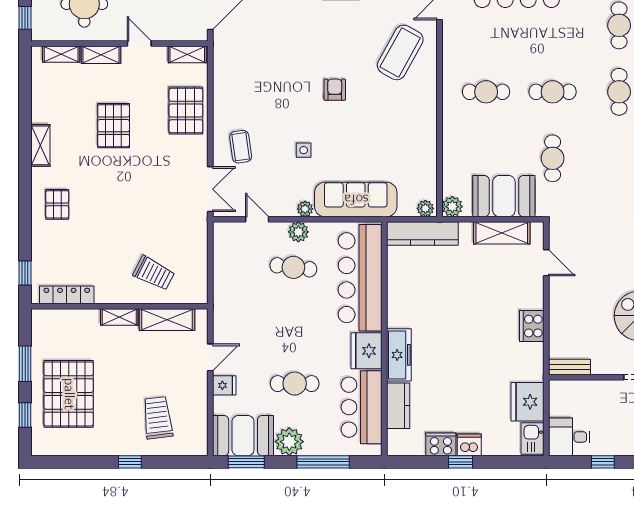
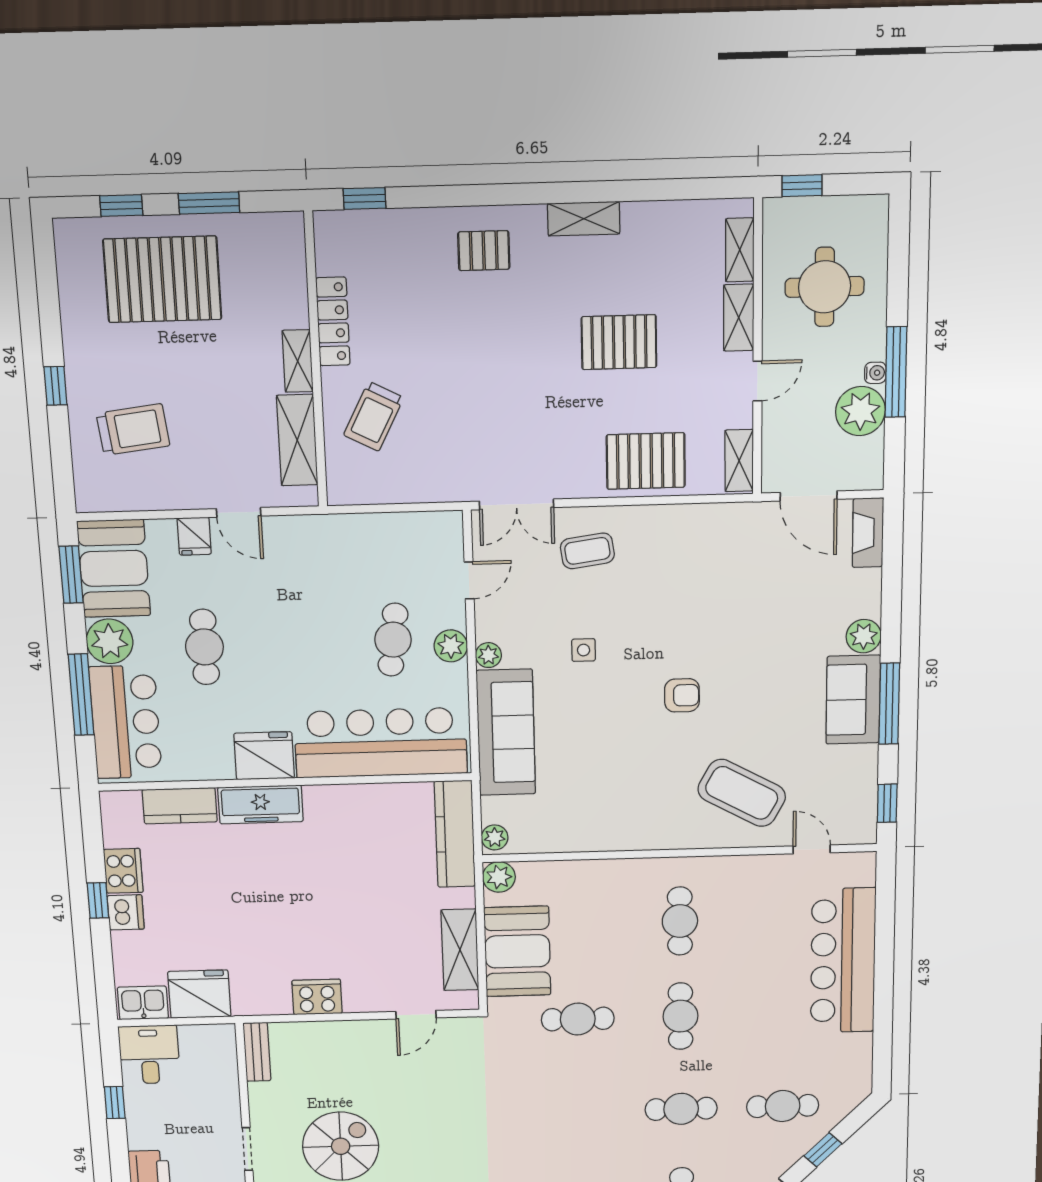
locker: (67, 295) -> (333, 321), moved
bar counter: (362, 407) -> (126, 722), moved, turned 90

